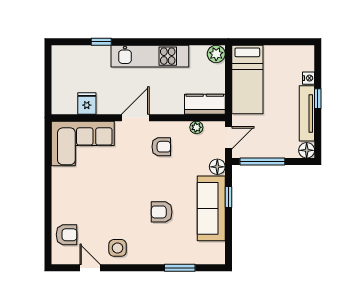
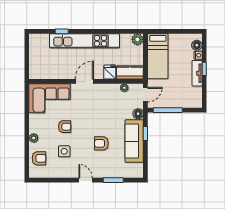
kitchen unit: (150, 56) -> (84, 41), width x1.36
fridge: (87, 103) -> (110, 72), moved
tv unit: (307, 113) -> (197, 73), width x0.71
armchair: (161, 147) -> (65, 127), moved
floor lamp: (307, 150) -> (197, 45), moved
plant: (59, 204) -> (34, 138), added
side table: (118, 248) -> (64, 151), moved
door: (90, 268) -> (86, 180), moved

